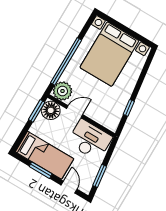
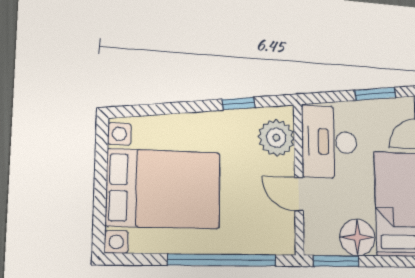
plant: (62, 91) -> (276, 138), moved
floor lamp: (51, 110) -> (357, 237), moved

